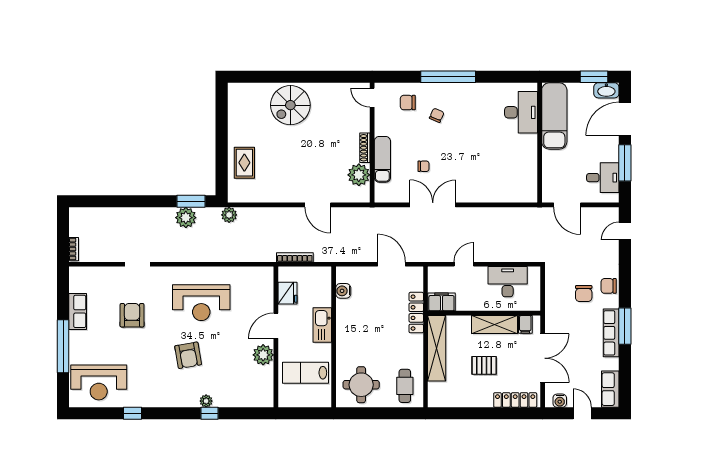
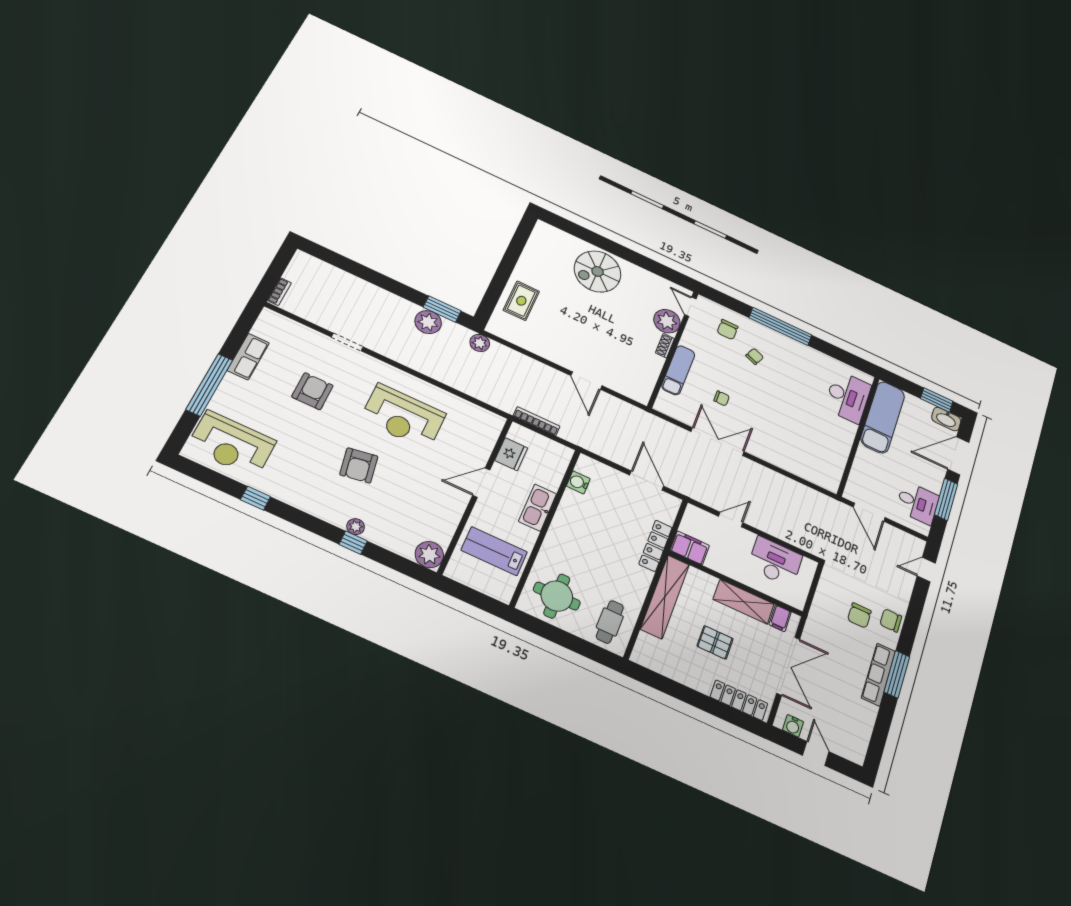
chair: (408, 103) -> (727, 330), turned -90
shoe rack: (365, 148) -> (665, 346), width x0.70
plant: (359, 175) -> (667, 321), moved
plant: (263, 355) -> (429, 555), moved
row of seats: (610, 389) -> (858, 740), removed

